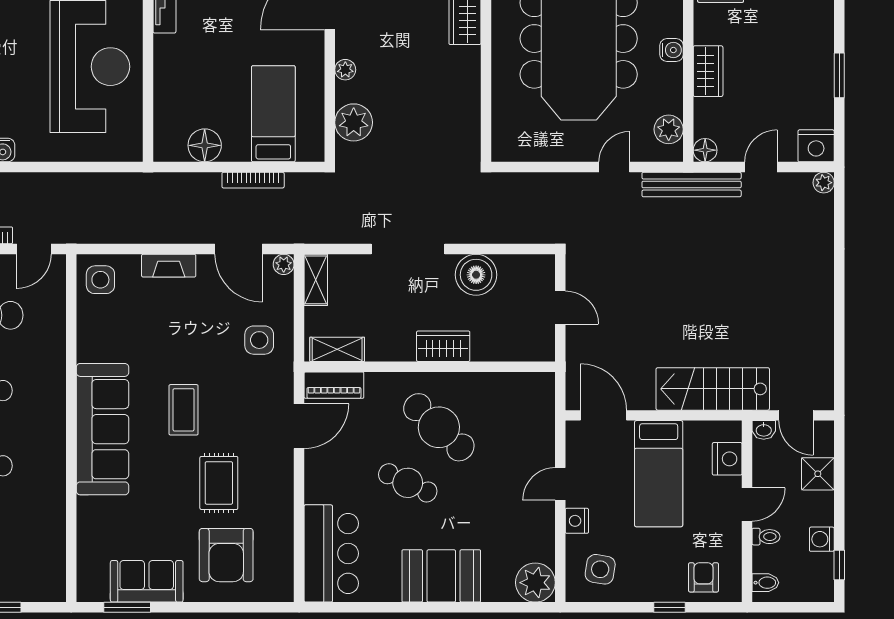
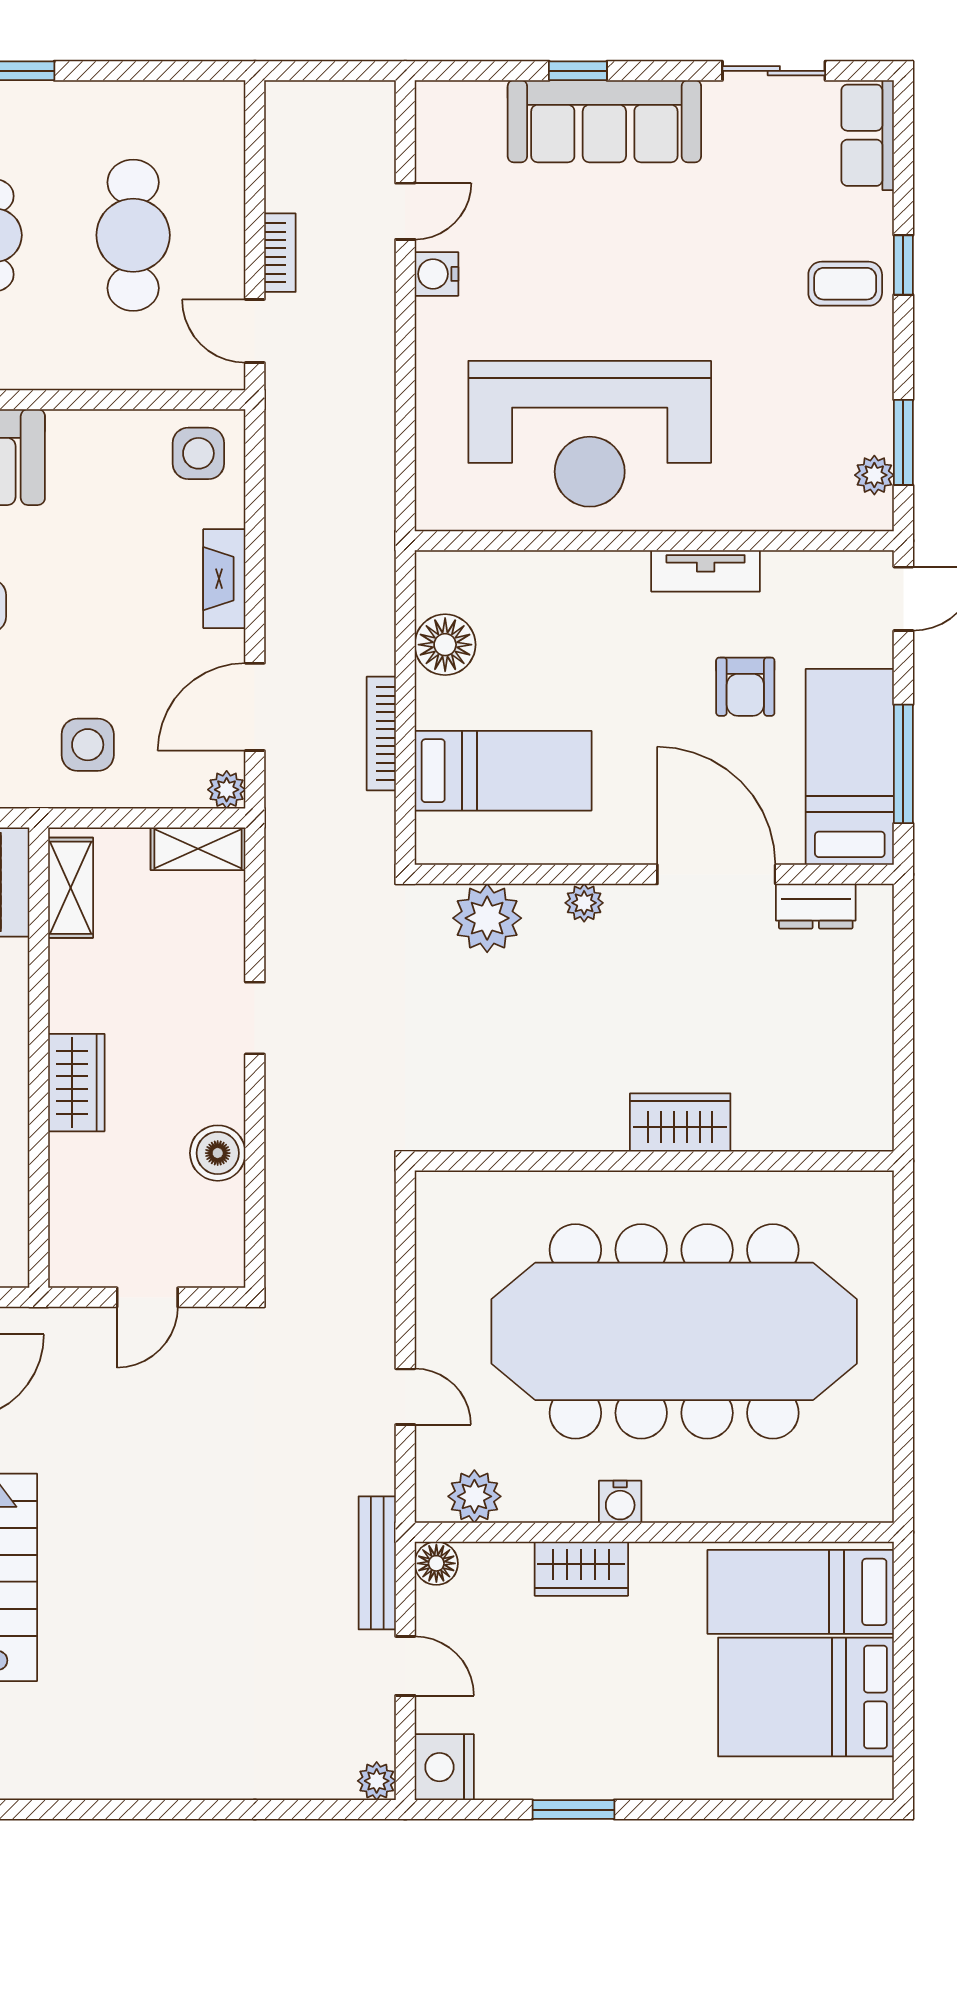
bench: (692, 185) -> (377, 1563), width x0.73, depth x0.82
doorway: (408, 249) -> (255, 1018), width x0.53
boiler: (476, 275) -> (218, 1153), width x0.73, depth x0.73

